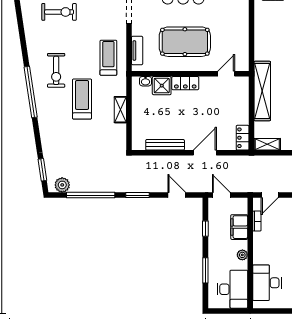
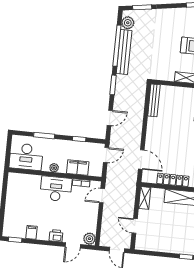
locker: (243, 138) -> (173, 180), moved, width x1.53
bench: (165, 145) -> (154, 100), moved
door: (205, 153) -> (141, 160), moved
bench: (97, 186) -> (124, 52), added
door: (270, 195) -> (102, 196), hinge flipped
desk: (267, 283) -> (56, 189), moved

